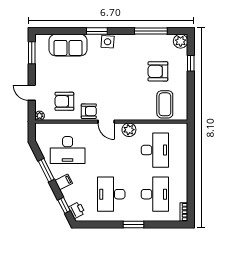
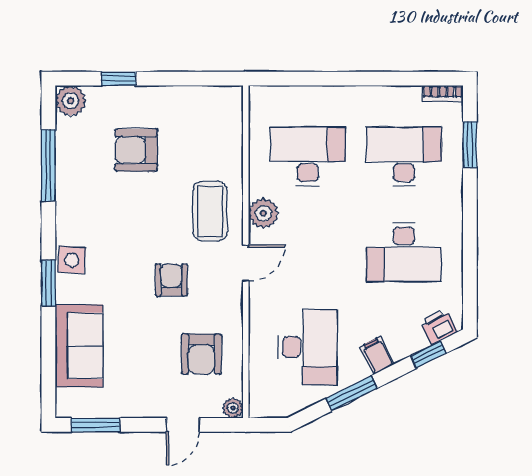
armchair: (158, 71) -> (136, 150), turned 90
coffee table: (165, 104) -> (210, 211), moved, turned 90
armchair: (89, 111) -> (171, 280), moved
window: (134, 224) -> (470, 145), moved

